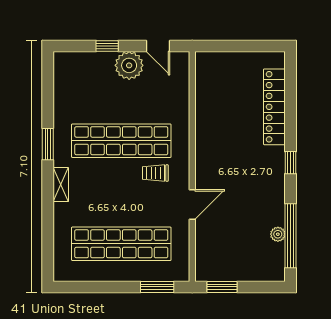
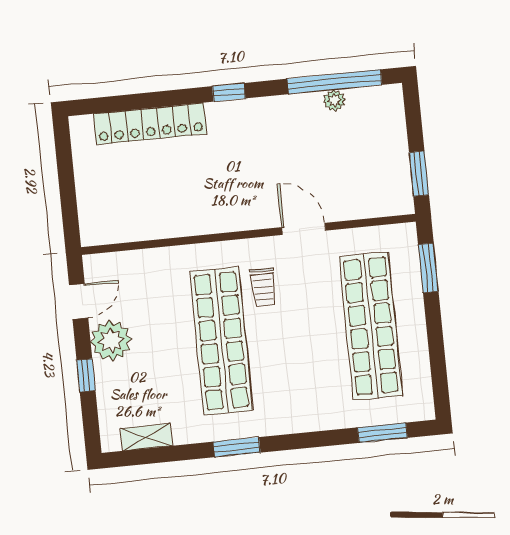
shelving: (61, 185) -> (146, 437), moved
window: (48, 244) -> (382, 433), added

